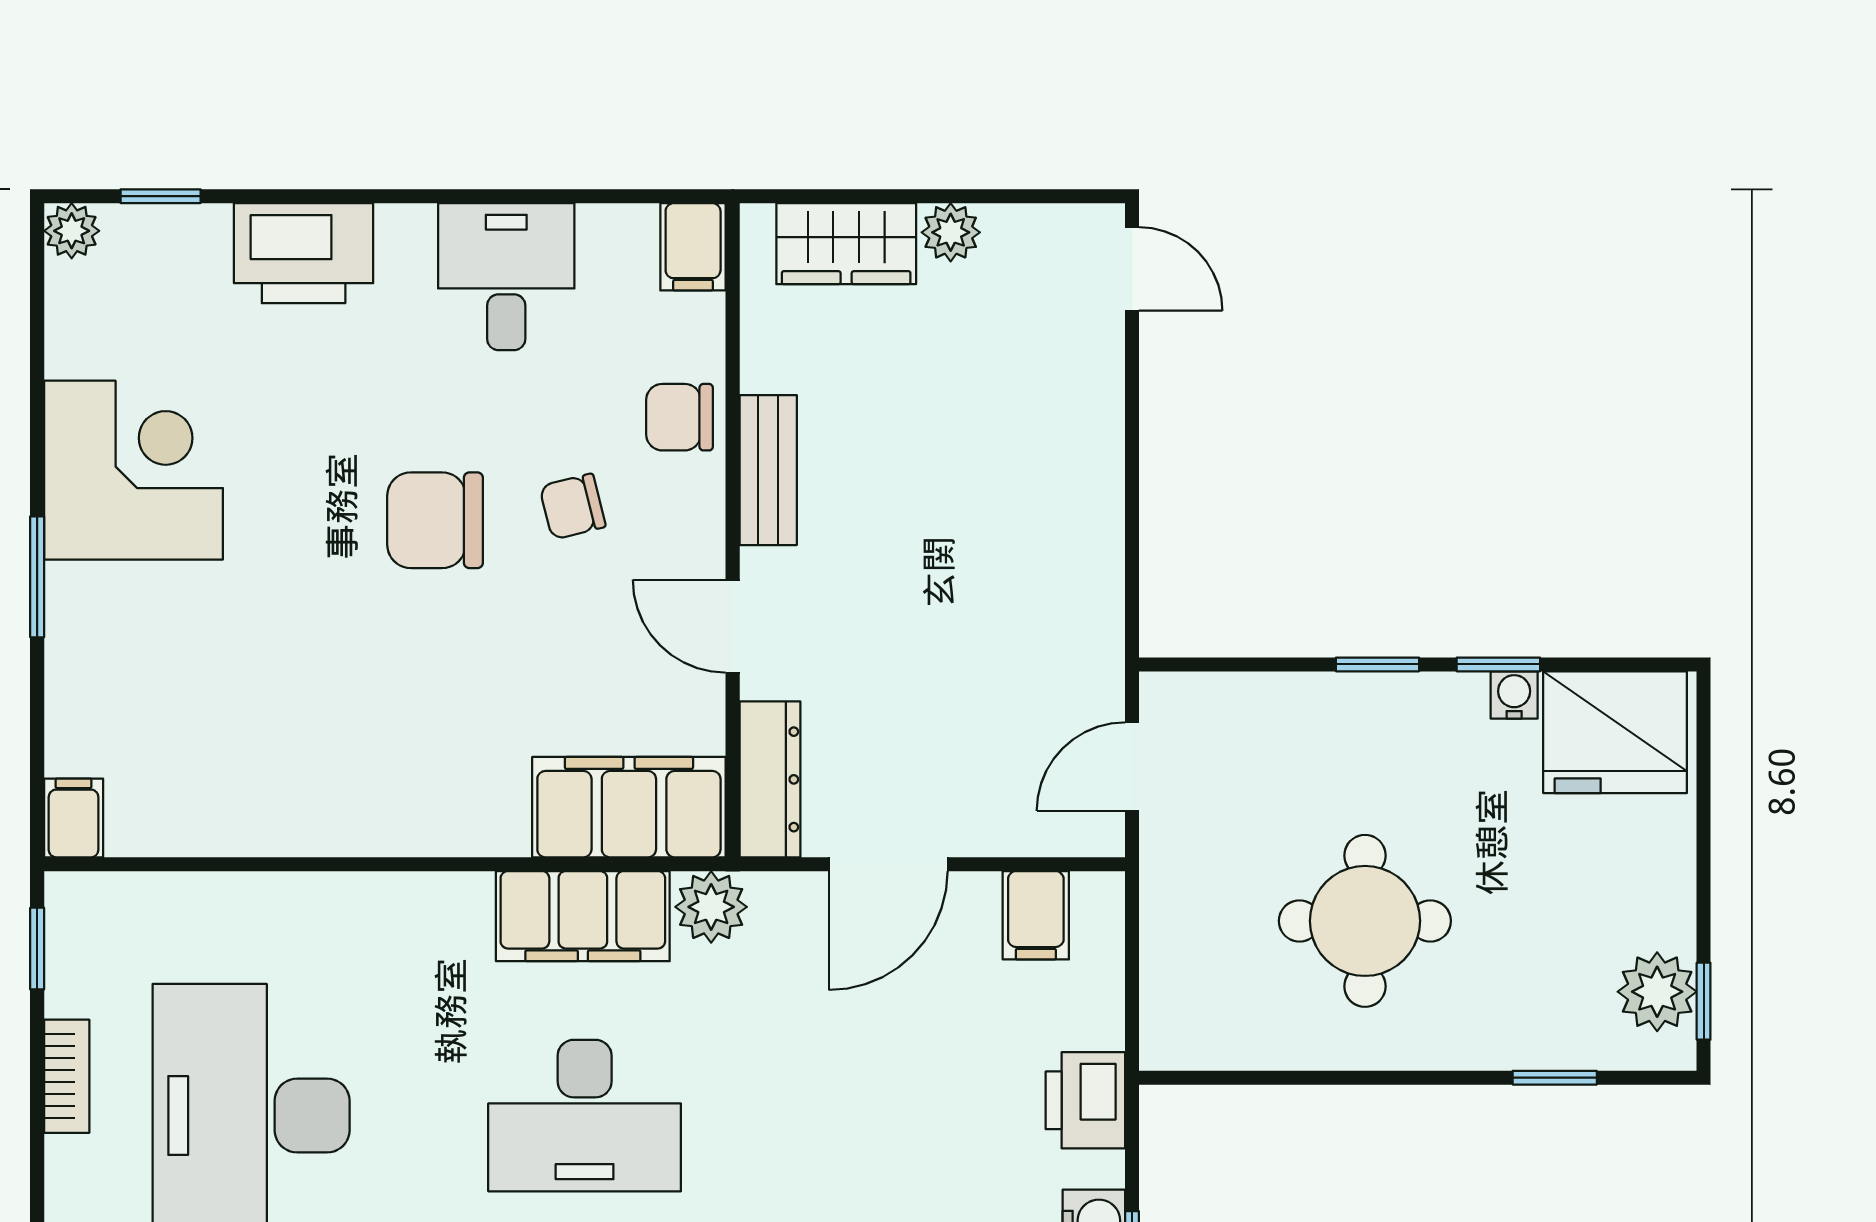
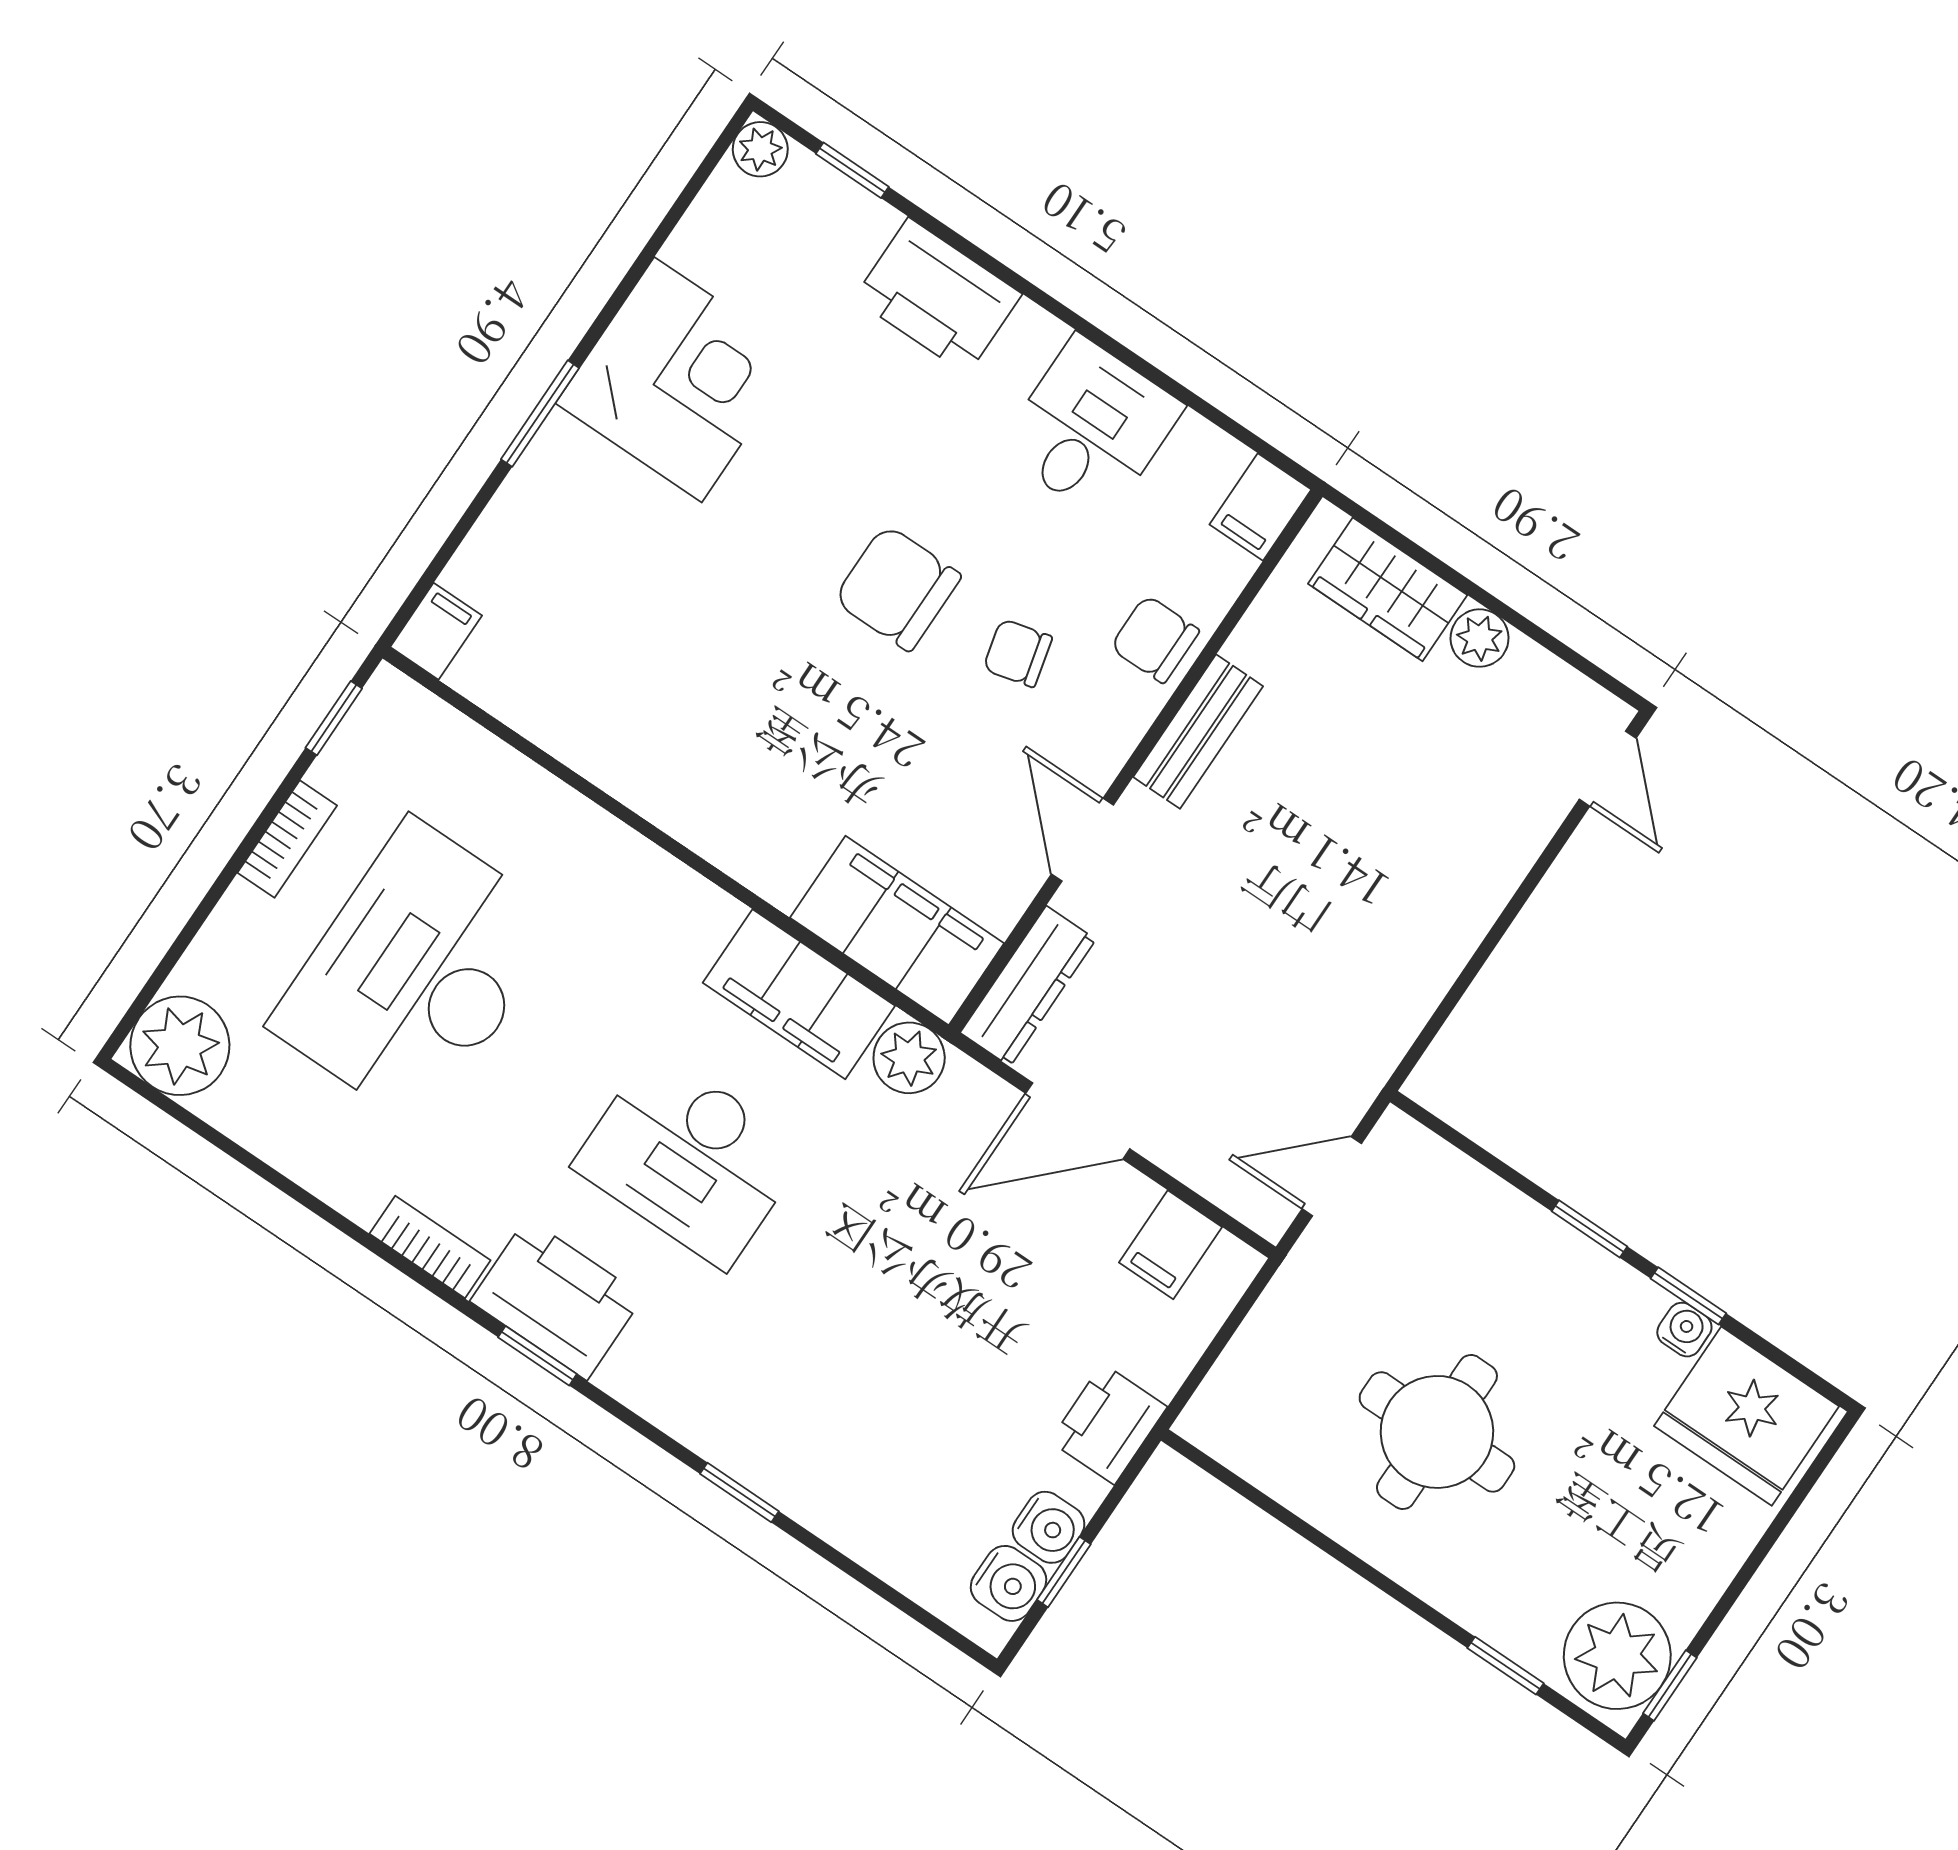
plant: (1657, 992) -> (1617, 1656), width x1.36, depth x1.36

